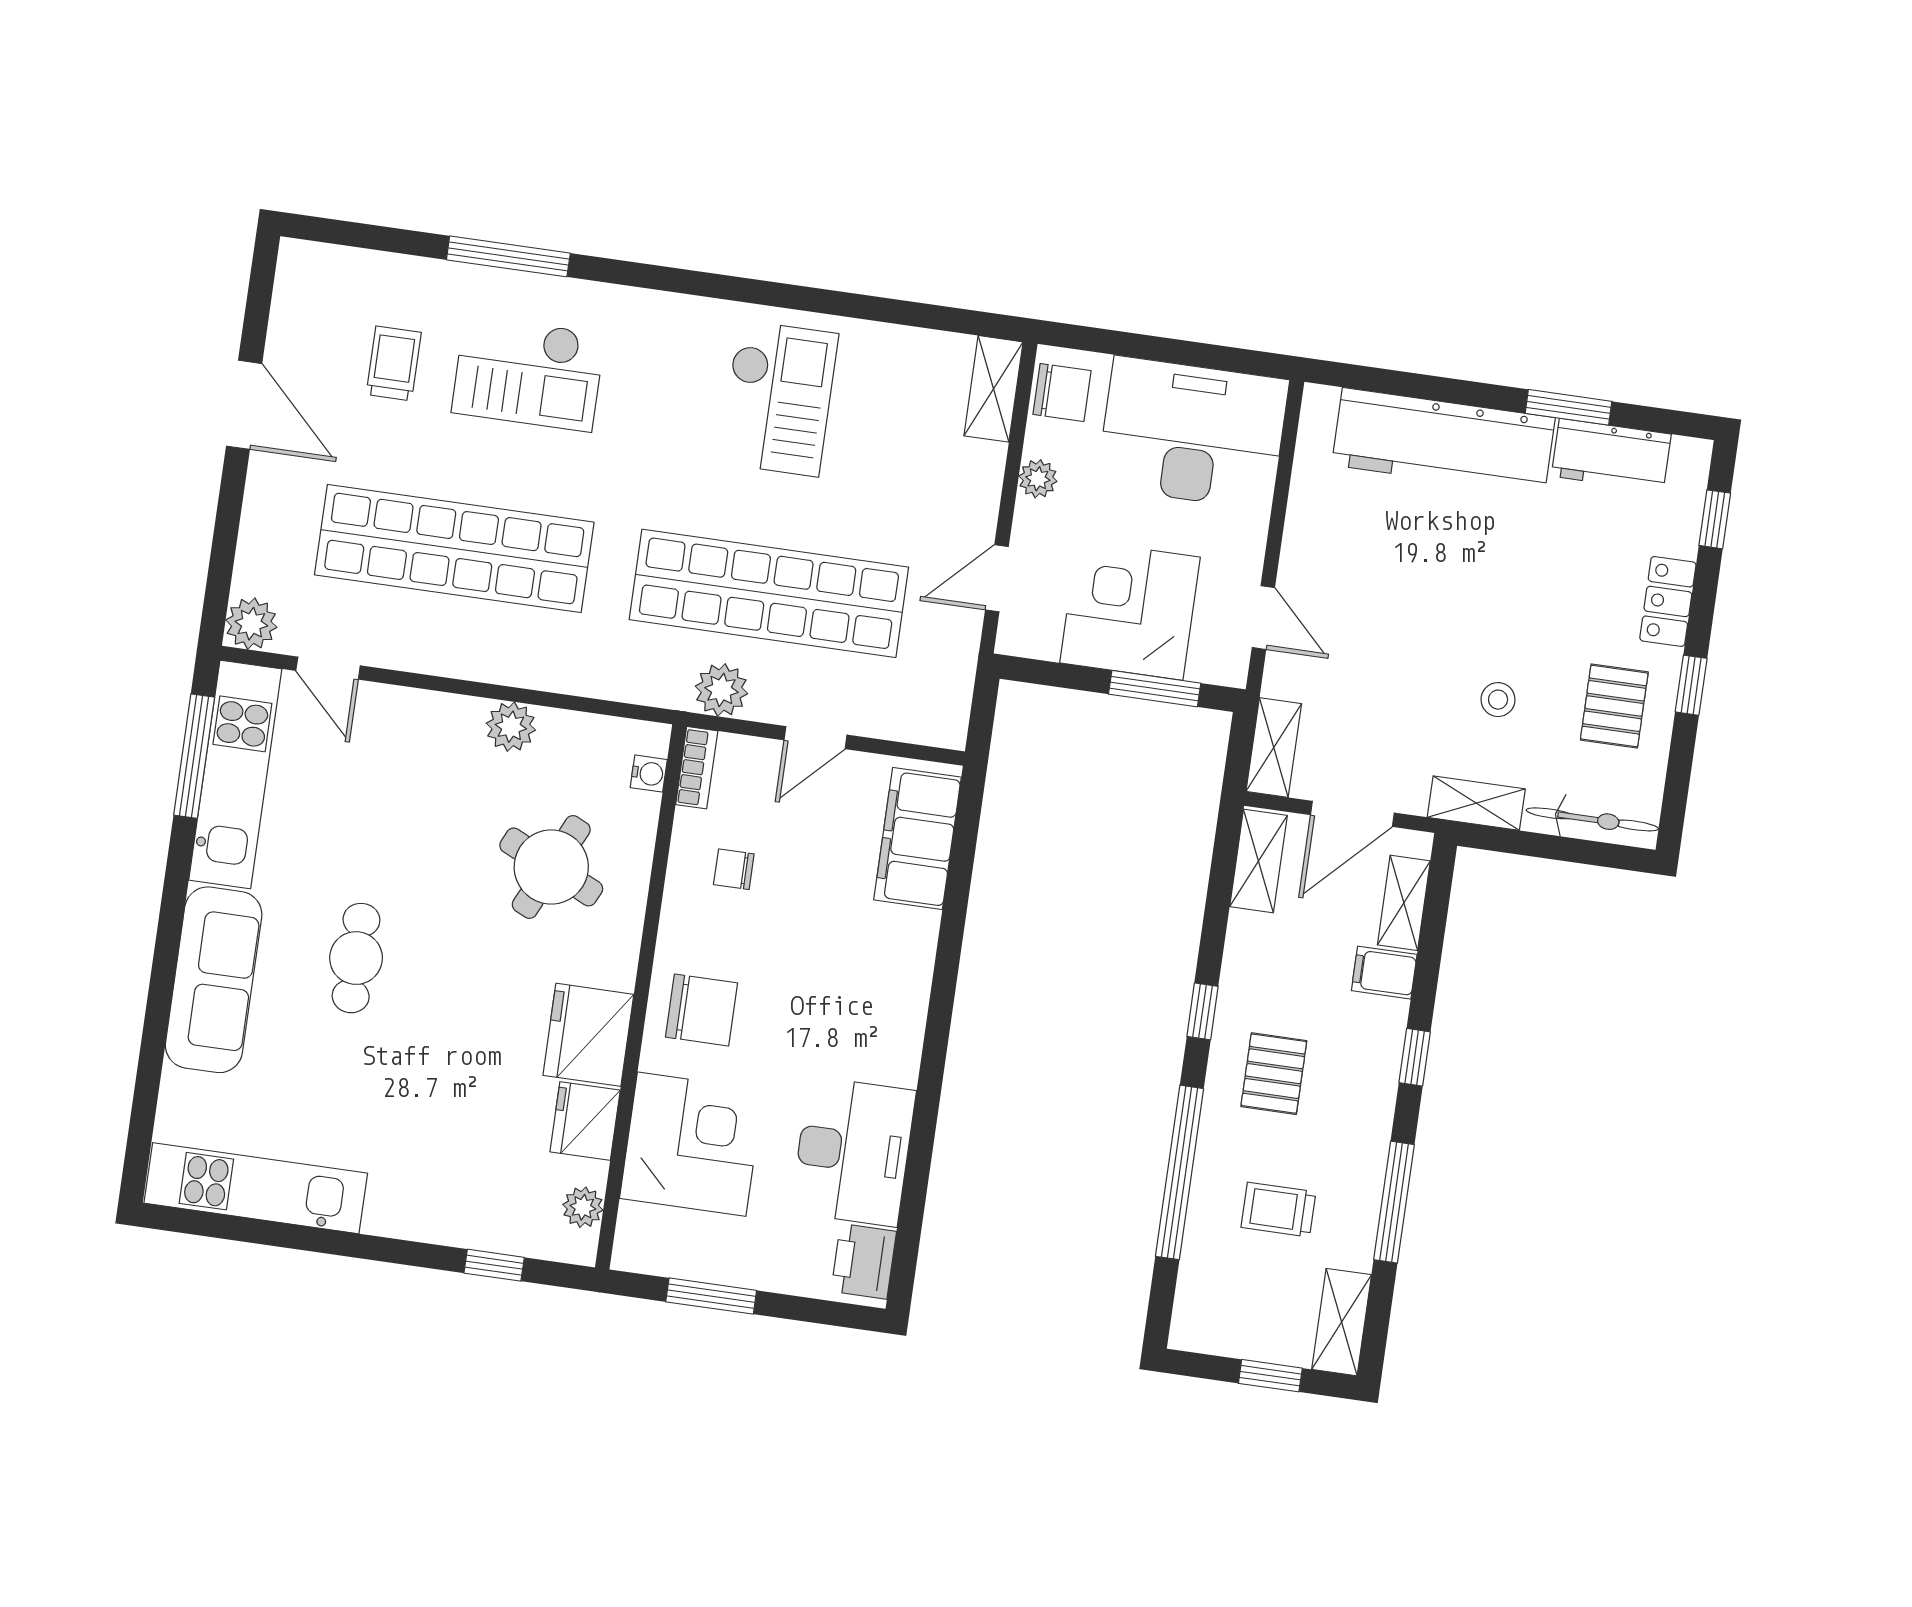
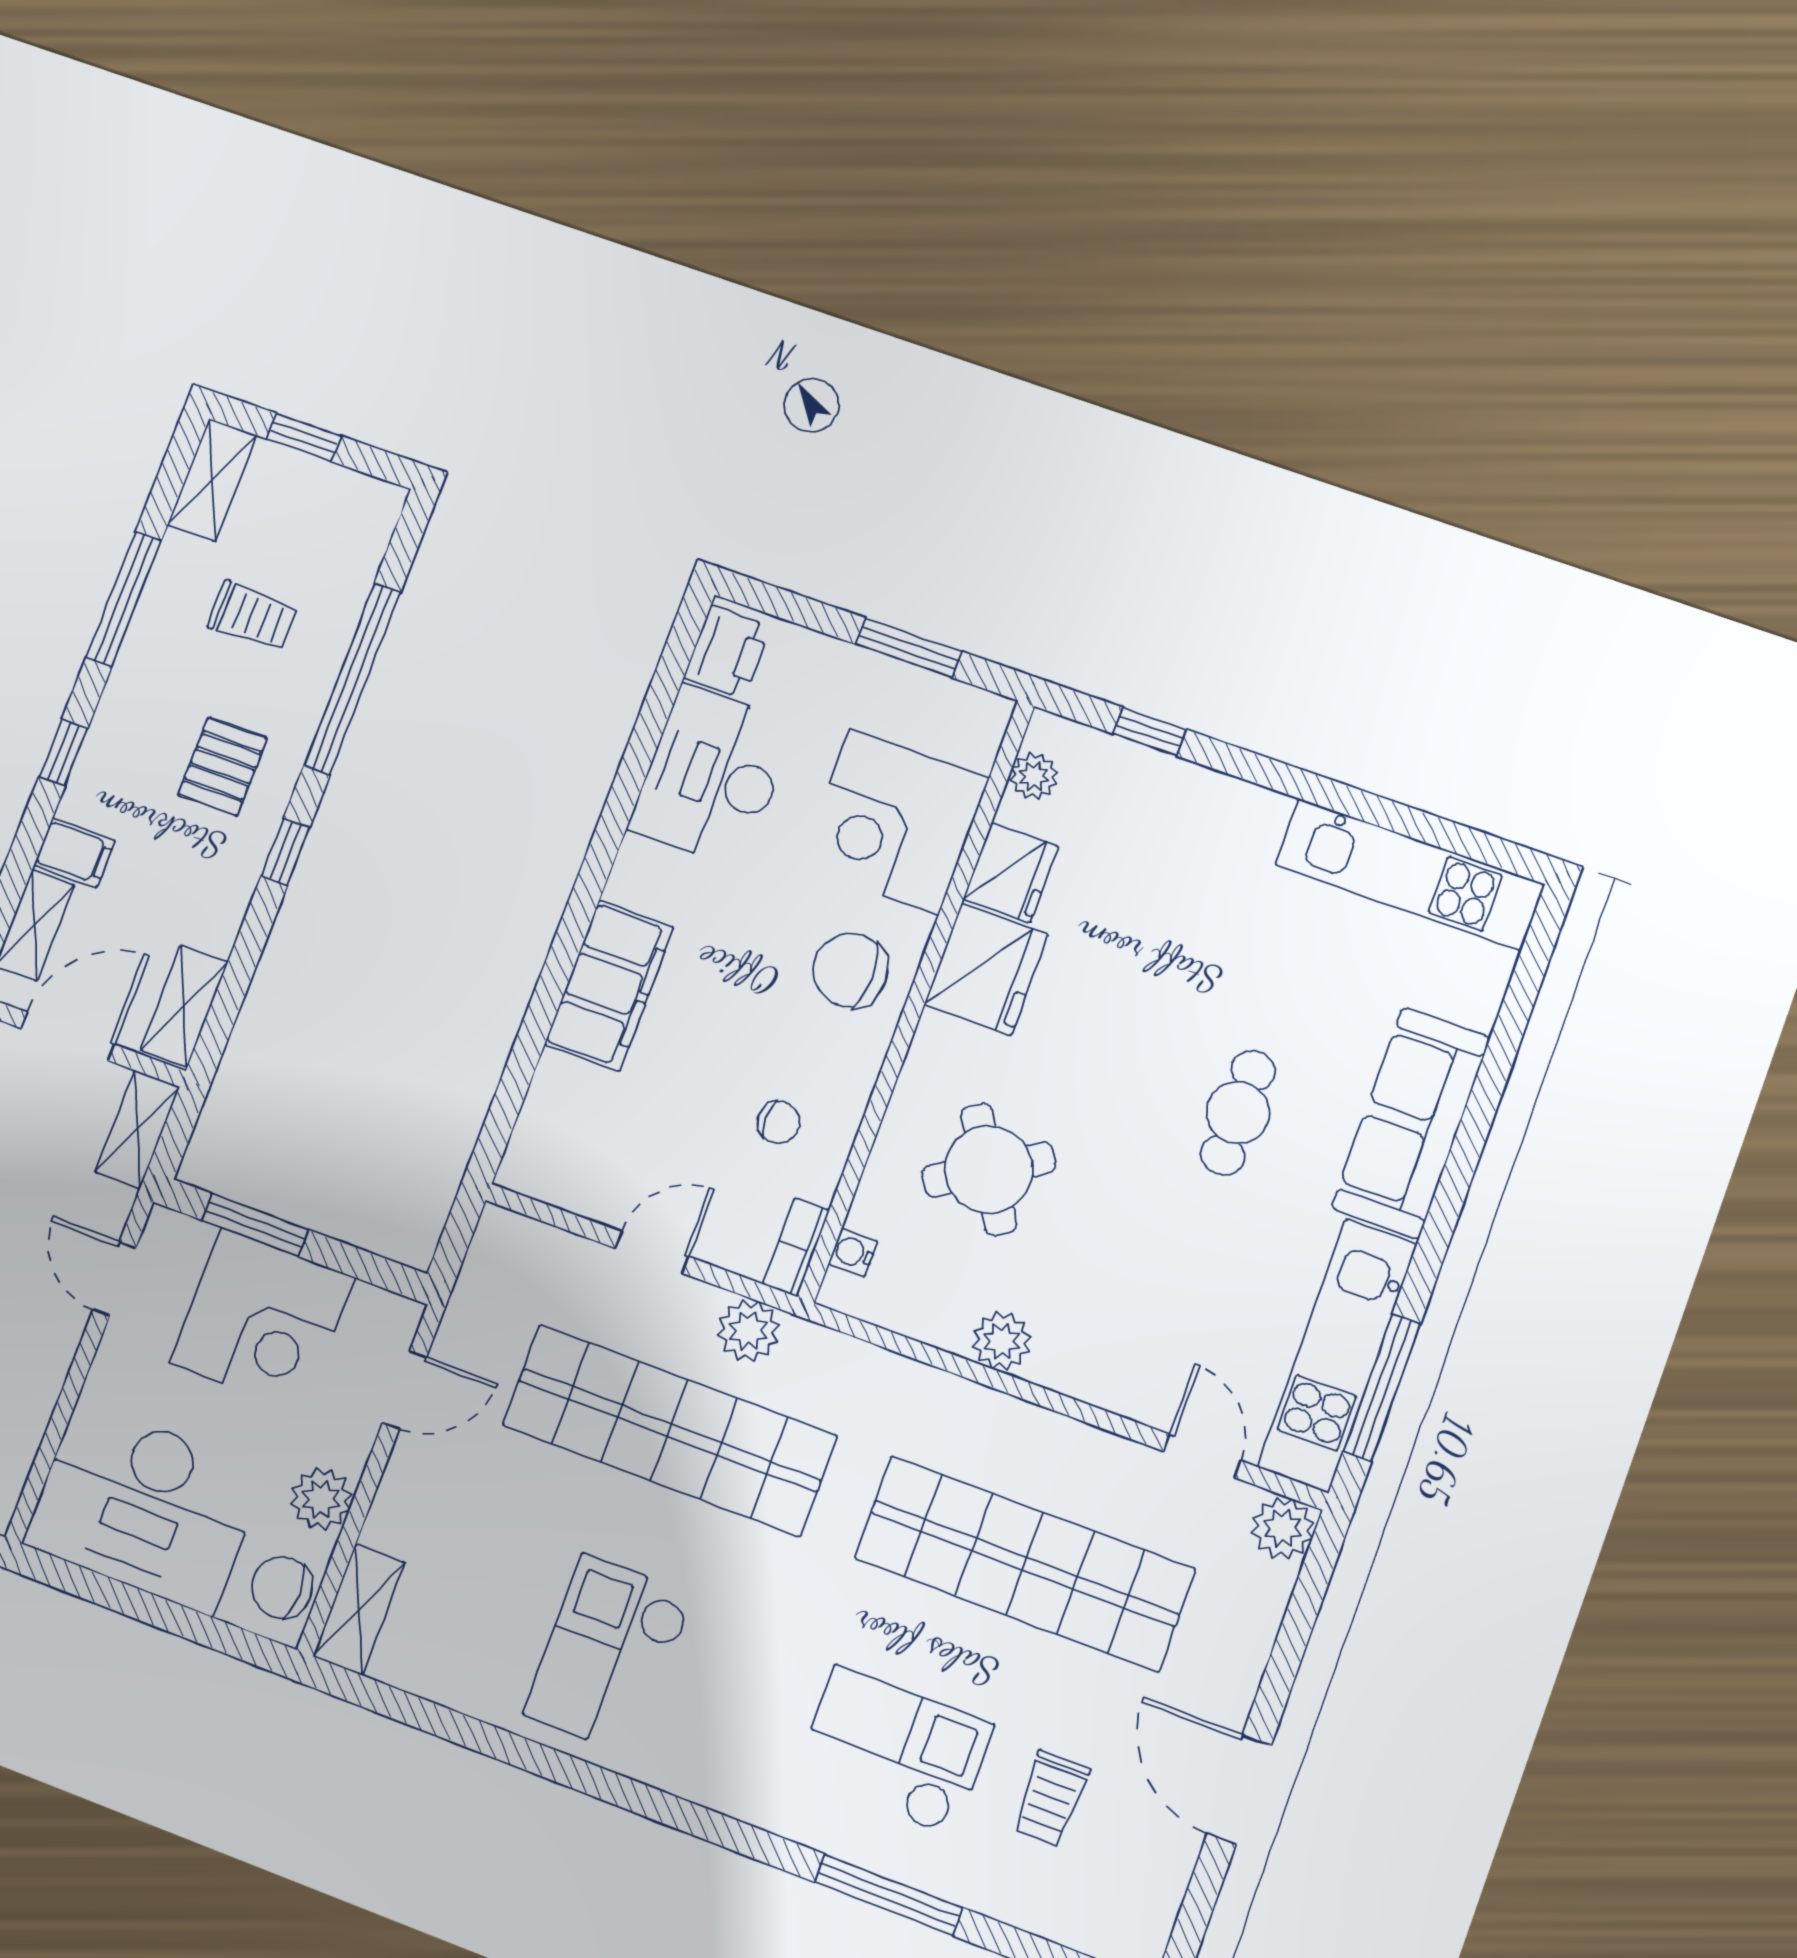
plant: (1038, 479) -> (321, 1499), width x1.38, depth x1.38
filing cabinet: (917, 839) -> (609, 986), moved
round table: (551, 867) -> (989, 1169), turned 33

